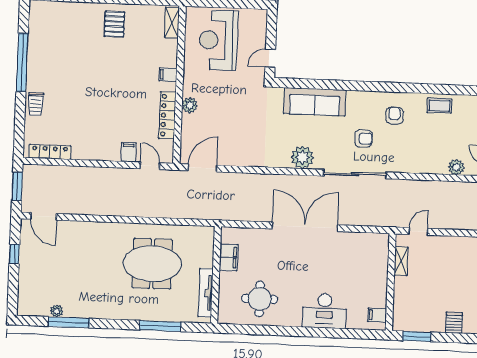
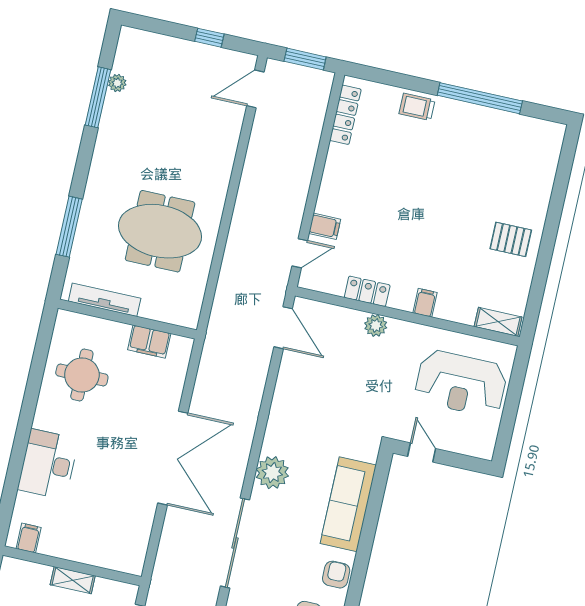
reception desk: (218, 40) -> (461, 383), turned 180
locker: (167, 115) -> (367, 291), width x0.66
armchair: (363, 138) -> (336, 575), moved, turned 180
shelving: (401, 261) -> (73, 580), moved
meeting table: (152, 264) -> (160, 231), turned 90

